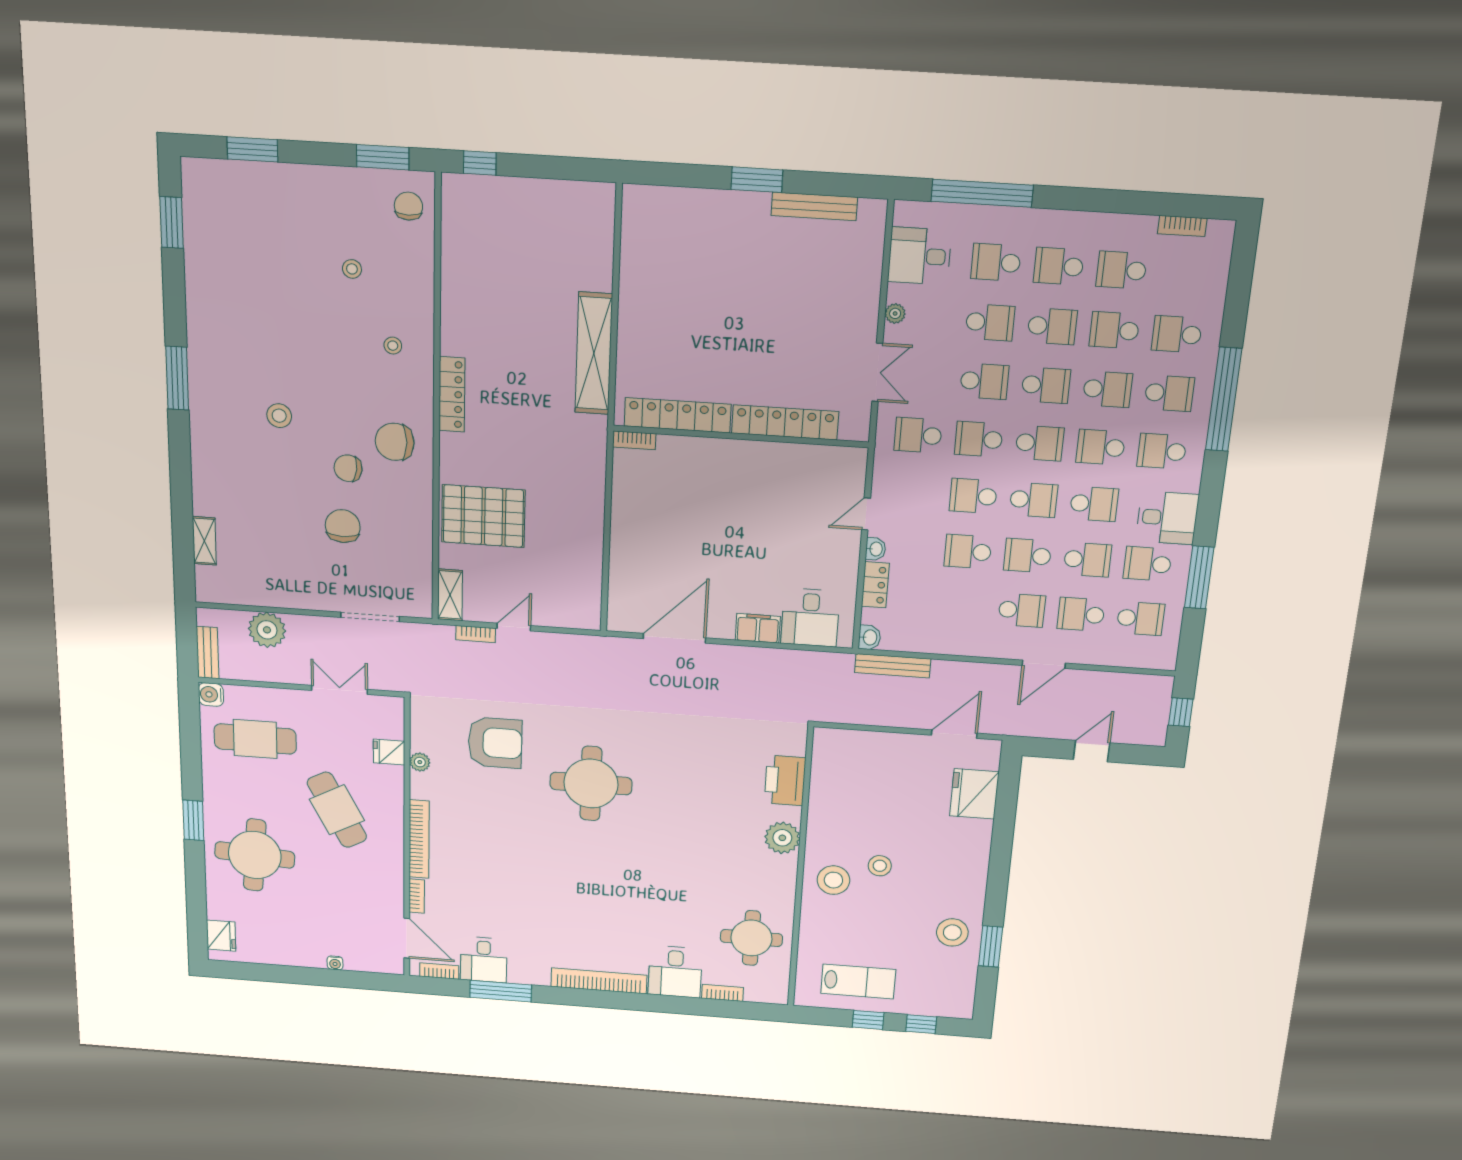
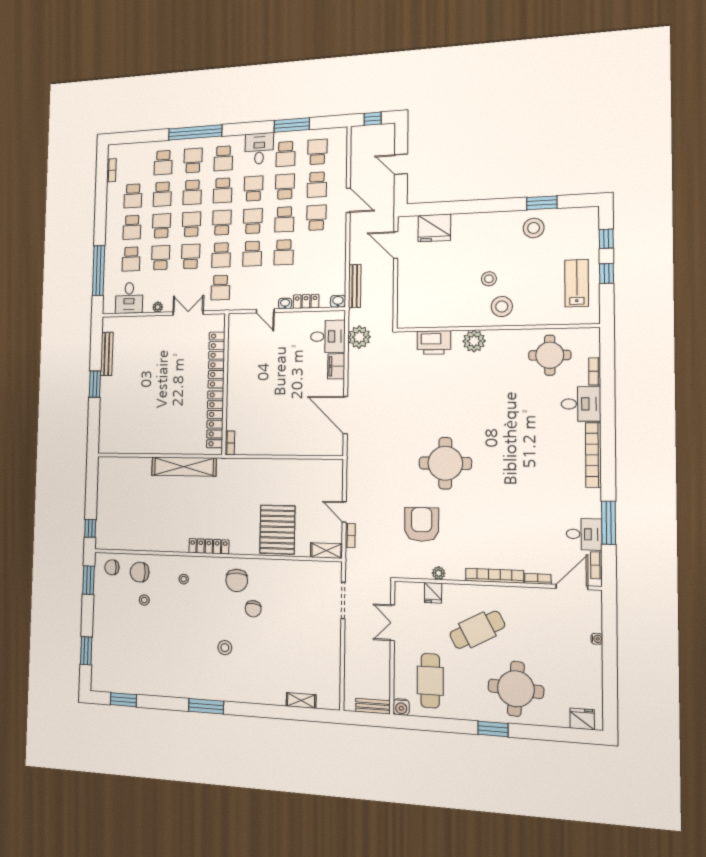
school desk: (1107, 389) -> (192, 192), turned 180
chair: (343, 526) -> (140, 572), moved
plant: (267, 630) -> (359, 337), moved

